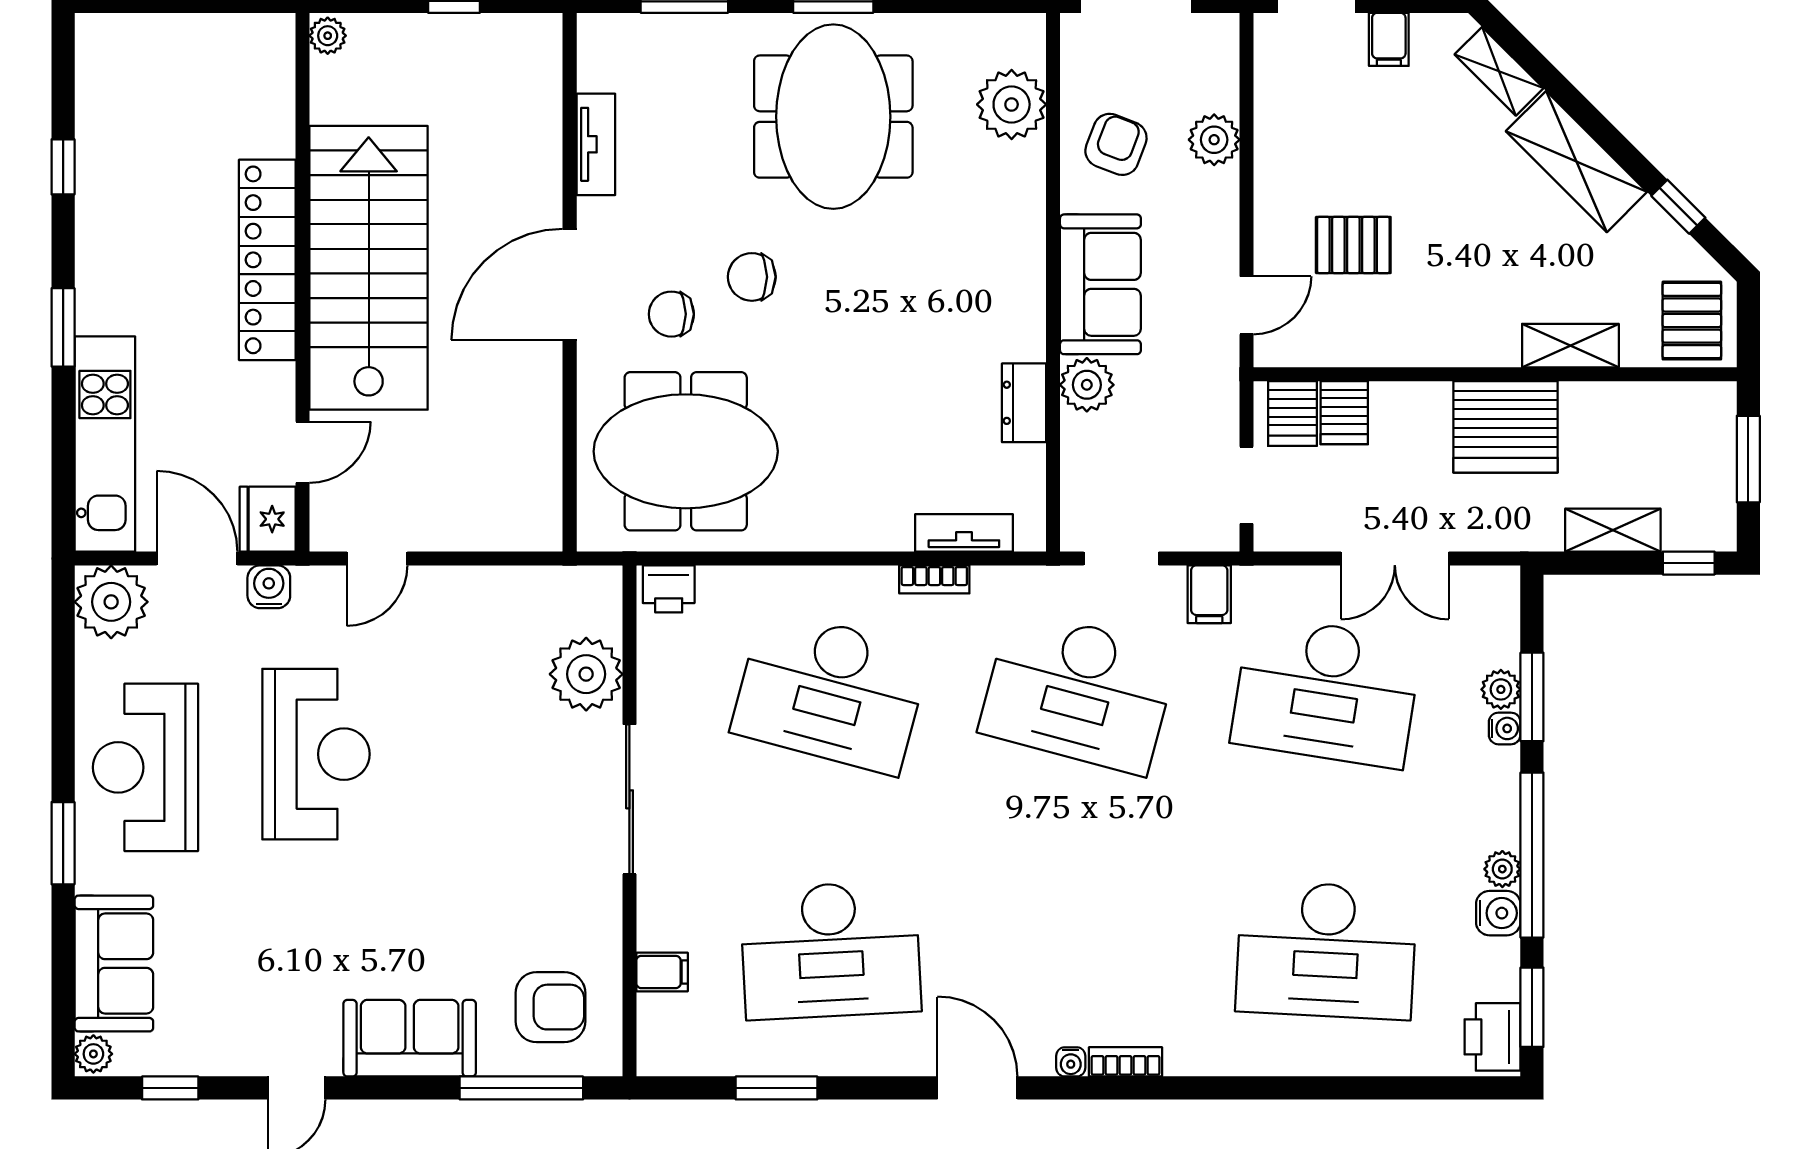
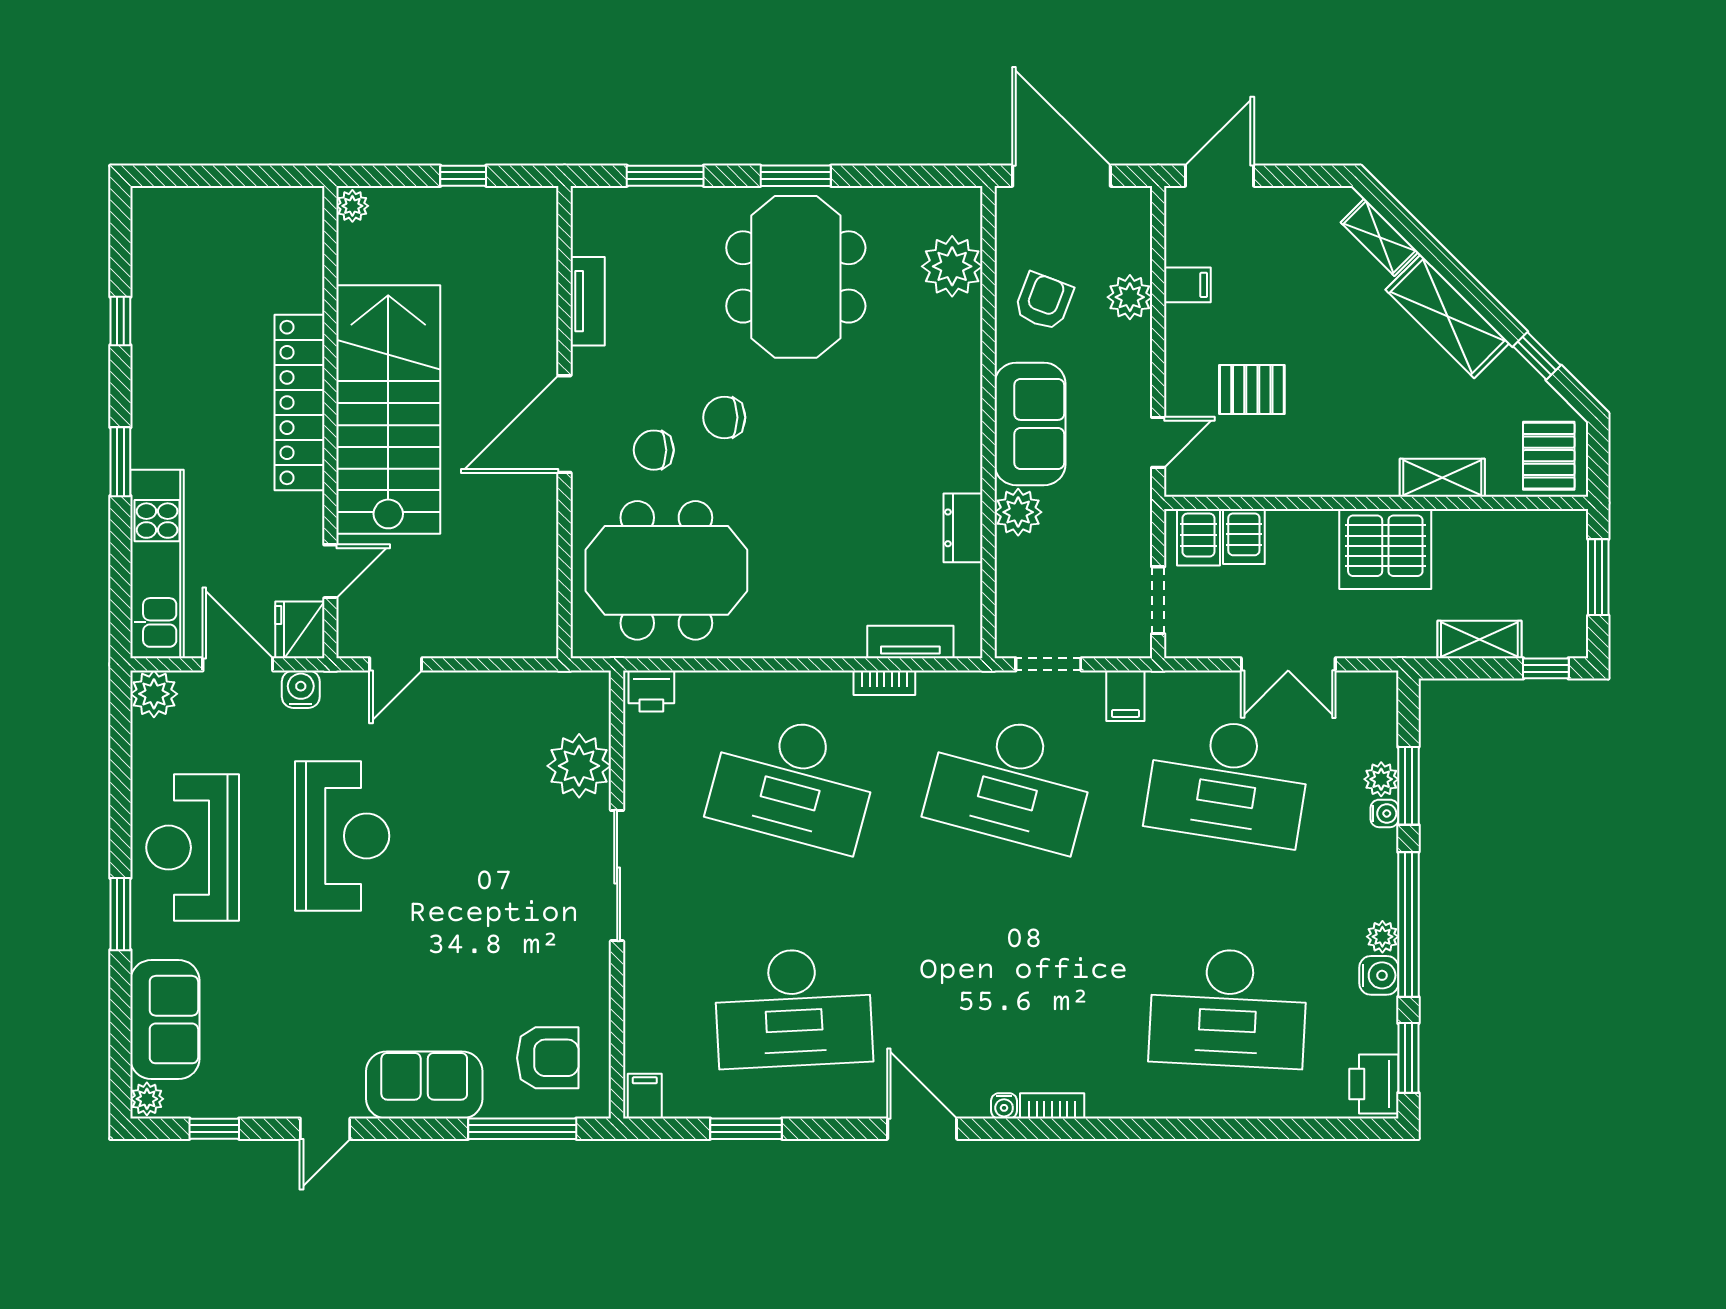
filing cabinet: (1389, 39) -> (1187, 285), moved, turned -90
plant: (111, 602) -> (154, 694), width x0.73, depth x0.73
filing cabinet: (662, 972) -> (645, 1096), moved, turned -90

